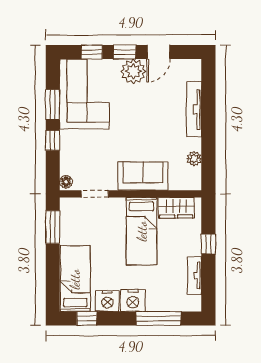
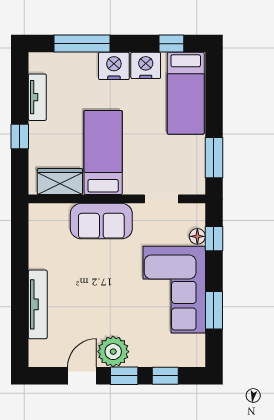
corner sofa: (85, 94) -> (174, 290), moved
window: (53, 140) -> (214, 239), moved
plant: (194, 159) -> (38, 243), removed
floor lamp: (66, 182) -> (197, 236), moved

